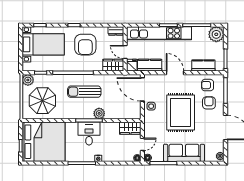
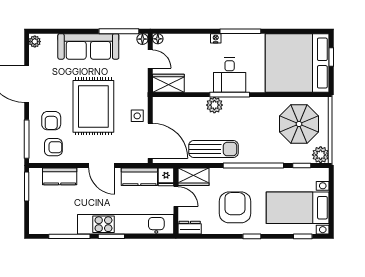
plant: (216, 34) -> (40, 223), removed
sun lounger: (84, 92) -> (214, 149), moved
door: (142, 144) -> (150, 59), swing flipped

